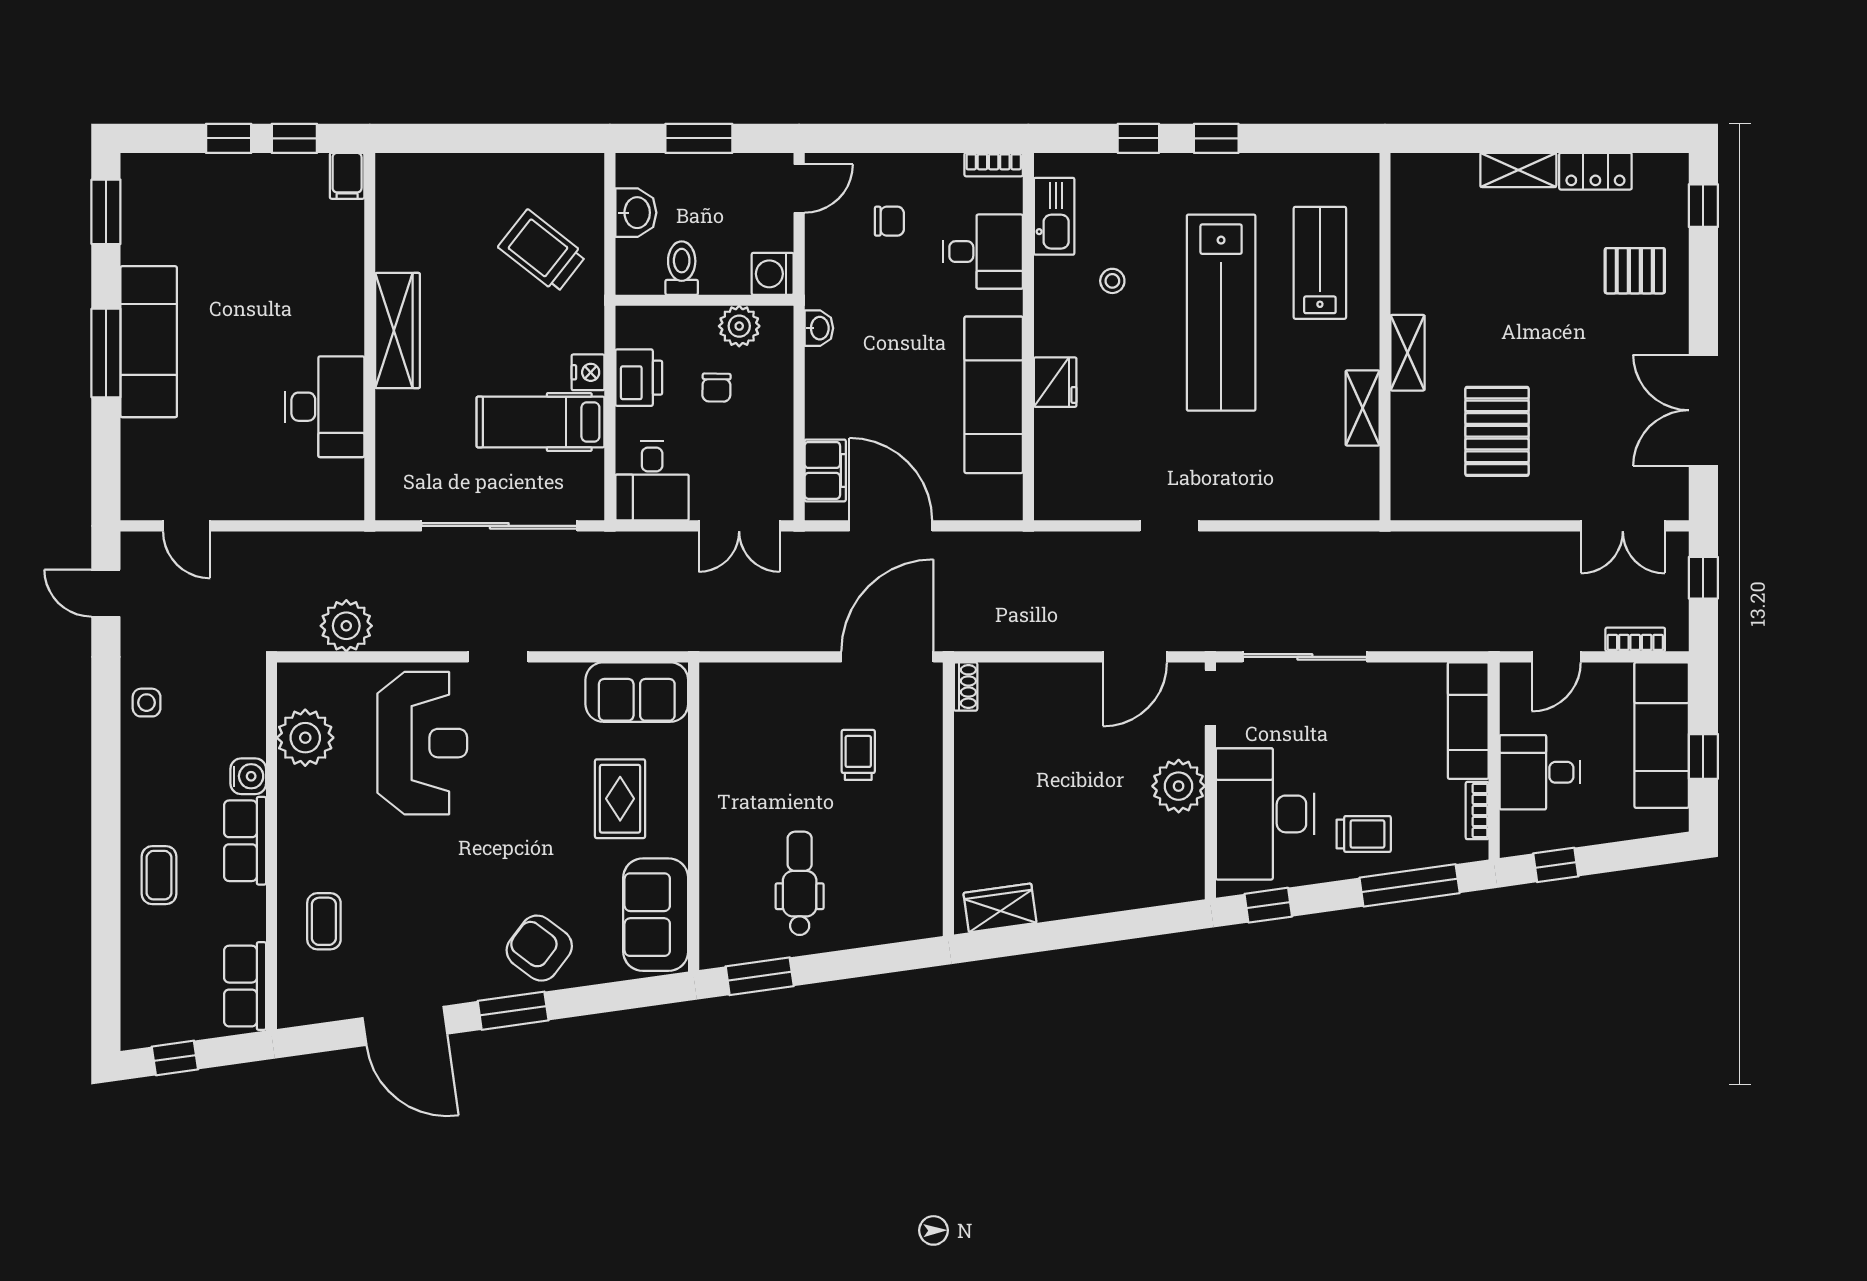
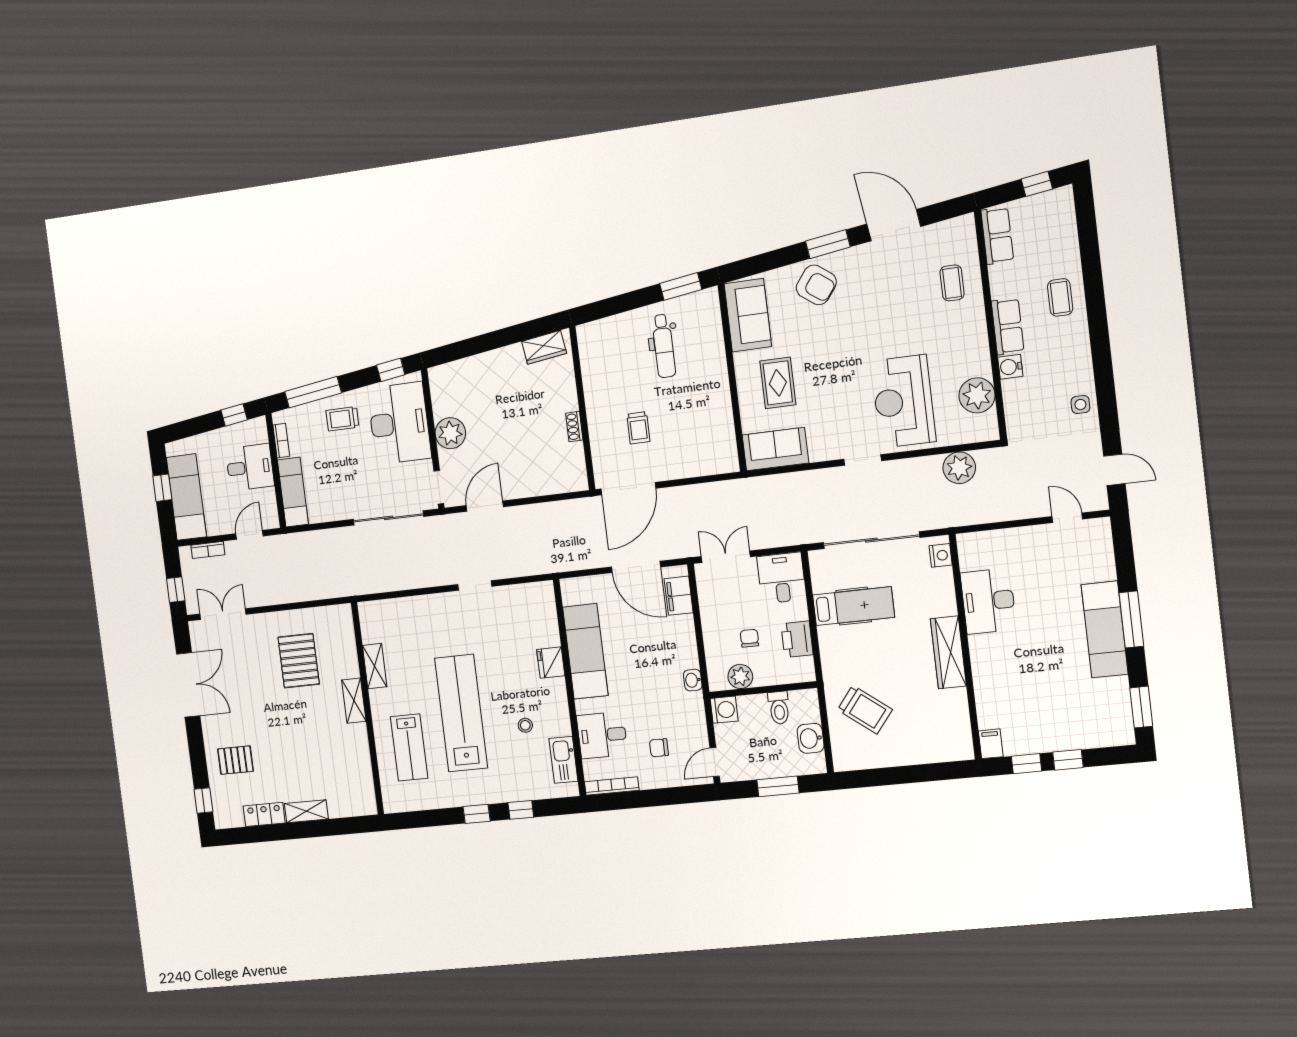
bookcase: (994, 165) -> (612, 786), width x1.56
nightstand: (588, 372) -> (941, 555), moved, turned 180
shoe rack: (966, 686) -> (574, 427), moved

